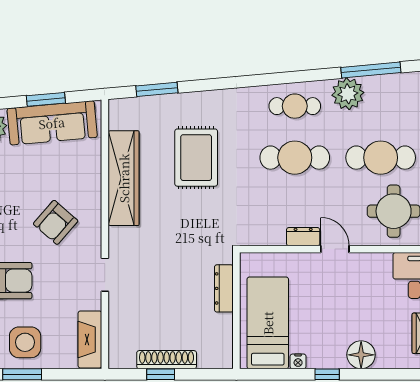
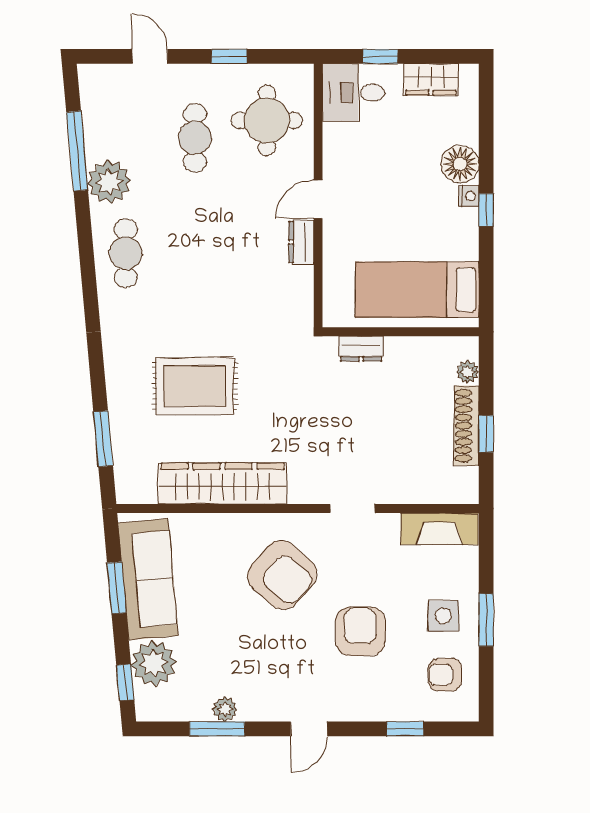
cafe table: (295, 158) -> (195, 253), removed
cafe table: (381, 158) -> (195, 138), width x0.73, depth x0.74
armchair: (56, 222) -> (282, 575), width x1.36, depth x1.36
dresser: (224, 288) -> (361, 349), width x0.70
side table: (25, 342) -> (443, 616), width x0.73, depth x0.73
plant: (206, 360) -> (468, 372), added
nightstand: (298, 361) -> (469, 196), moved

